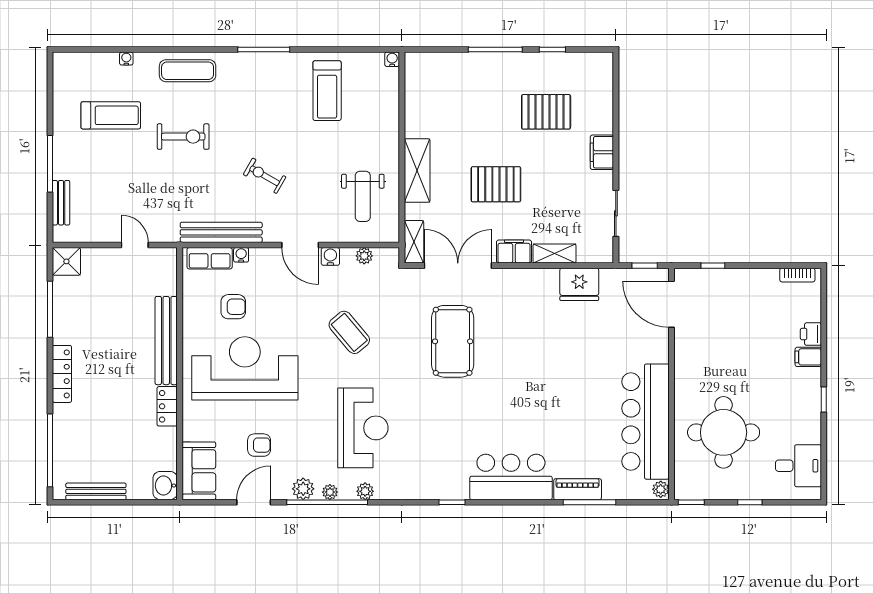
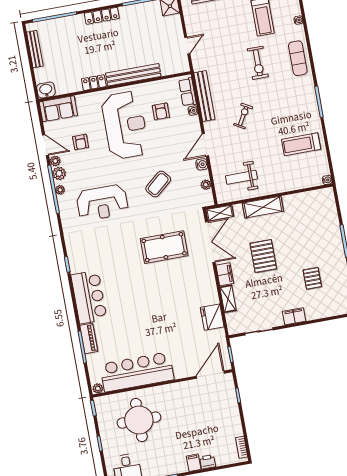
pallet: (546, 112) -> (312, 278), width x0.67, depth x0.71
plant: (365, 491) -> (55, 161), moved

